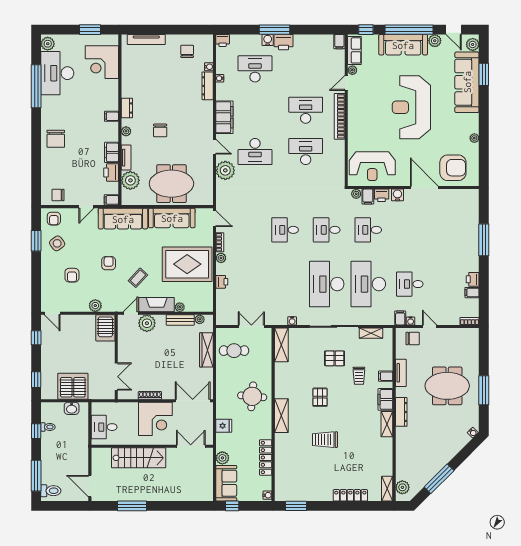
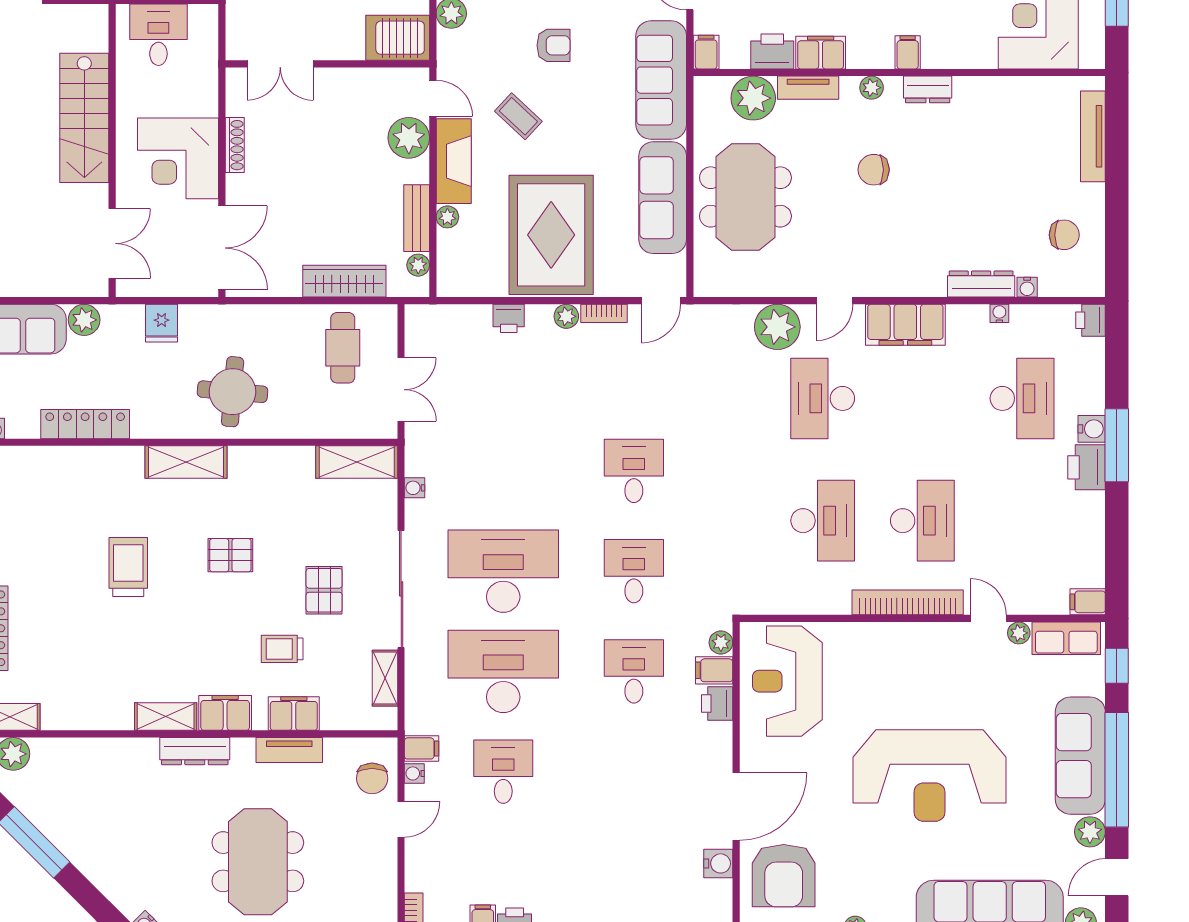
reception desk: (411, 107) -> (929, 776), turned 180
water cooler: (397, 195) -> (718, 863), moved
filing cabinet: (386, 376) -> (294, 714), width x2.00

